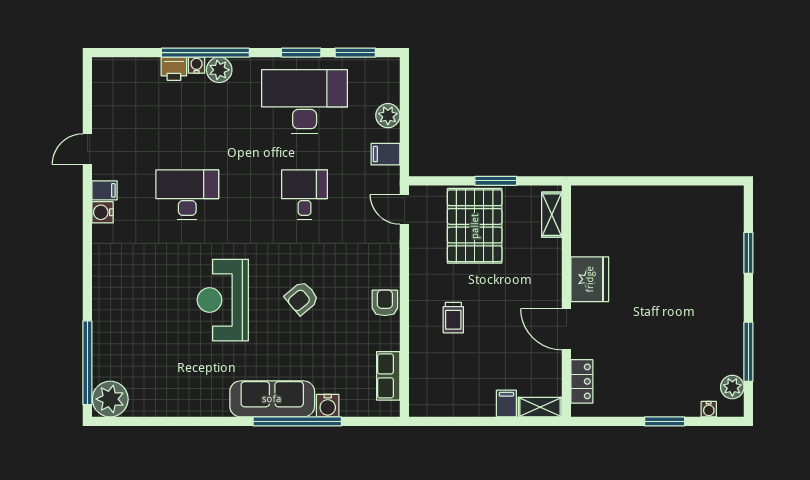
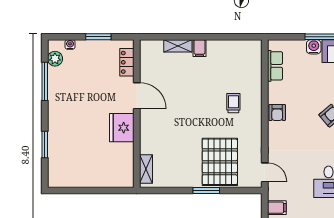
shelving: (552, 215) -> (146, 169), moved
fridge: (590, 279) -> (122, 128), moved
wall: (566, 301) -> (137, 114), moved
door: (566, 329) -> (137, 96), moved
locker: (582, 381) -> (127, 62), moved

